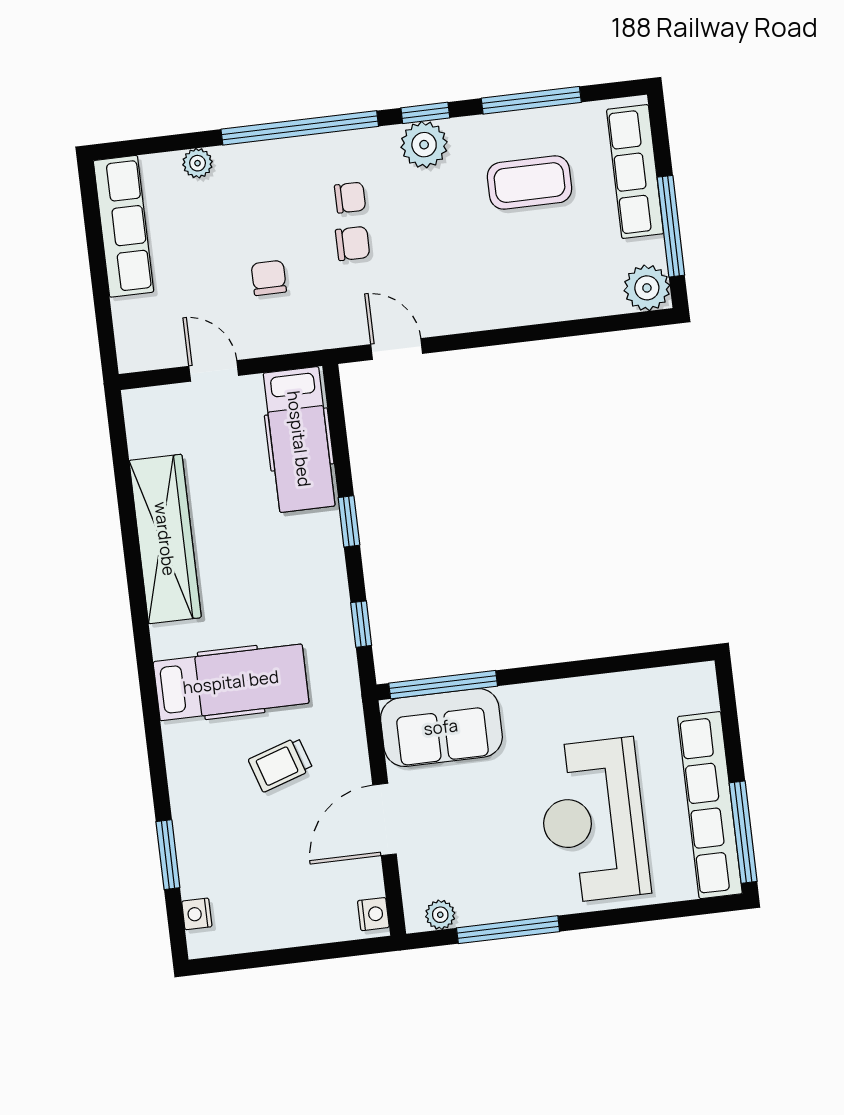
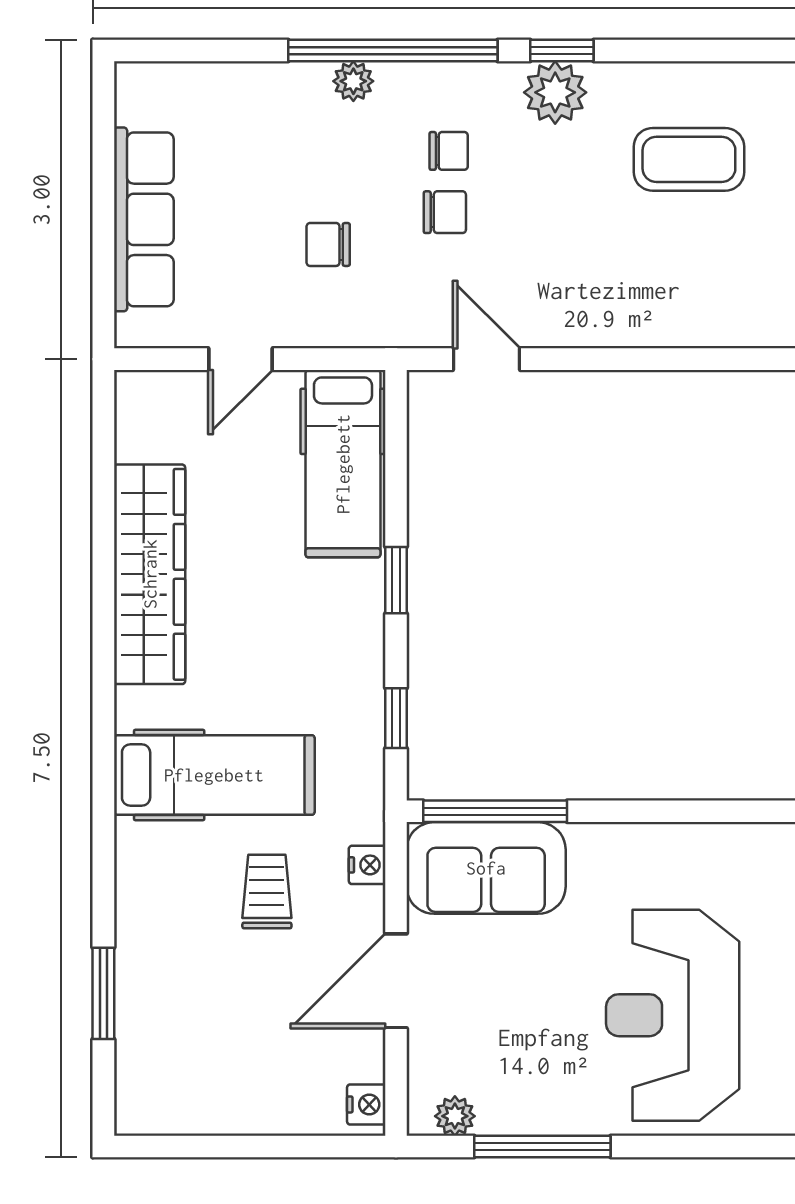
window: (531, 100) -> (704, 51), removed
plant: (198, 163) -> (353, 81), moved
row of seats: (124, 226) -> (144, 219), moved
chair: (269, 278) -> (328, 244), turned -90
door: (214, 371) -> (240, 359), swing flipped
trolley: (281, 764) -> (267, 892), turned 108
nightstand: (197, 914) -> (367, 865), moved, turned 180

